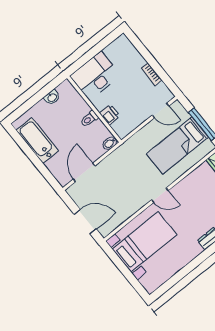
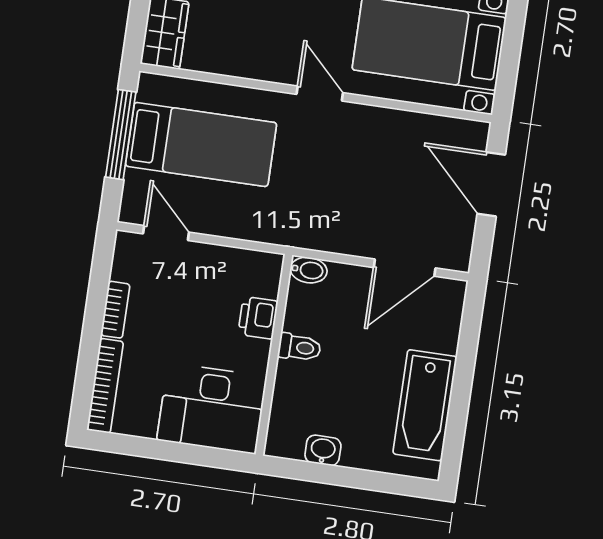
bookcase: (132, 50) -> (105, 386), added

